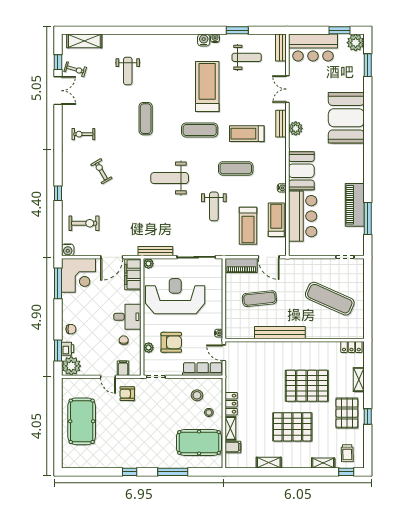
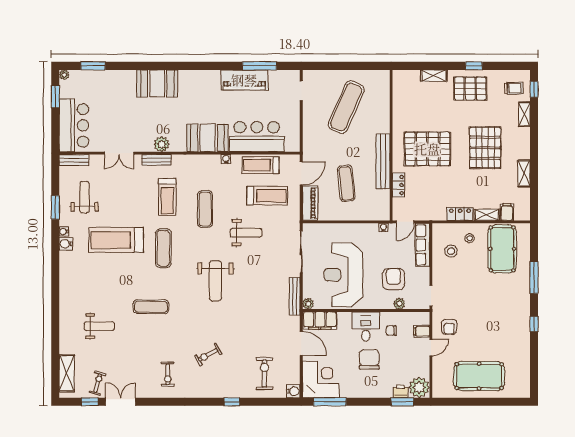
plant: (356, 43) -> (64, 75), width x0.53, depth x0.53
booth: (346, 118) -> (157, 83), width x0.73, depth x0.70
chair: (71, 329) -> (369, 359), moved, width x1.87, depth x1.87
locker: (351, 347) -> (399, 185), moved
pallet: (307, 386) -> (427, 149), moved, turned 90

